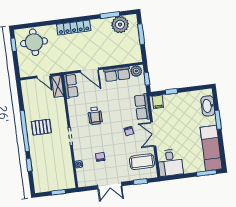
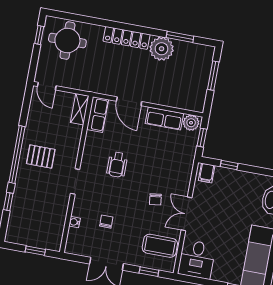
plant: (120, 25) -> (162, 49), moved
door: (44, 76) -> (47, 86), moved
row of seats: (142, 107) -> (183, 173), removed

